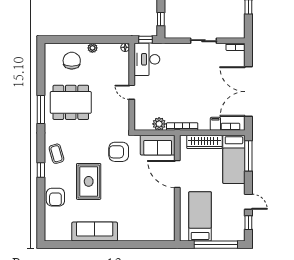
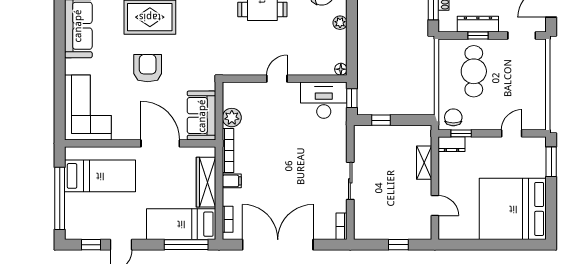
filing cabinet: (215, 124) -> (232, 181), moved
armchair: (119, 152) -> (148, 68), moved
door: (177, 174) -> (160, 143), hinge flipped
corner sofa: (152, 225) -> (88, 107), added

